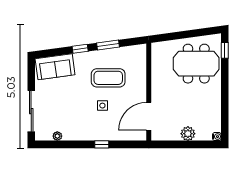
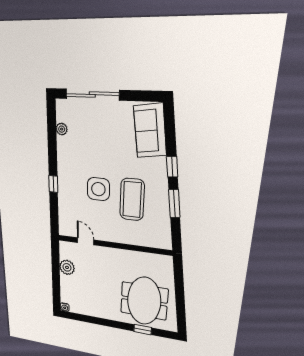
window: (225, 50) -> (143, 329), moved
side table: (102, 106) -> (98, 189), width x1.87, depth x1.87
door: (149, 116) -> (85, 241), width x0.53
plant: (188, 134) -> (67, 267), moved

